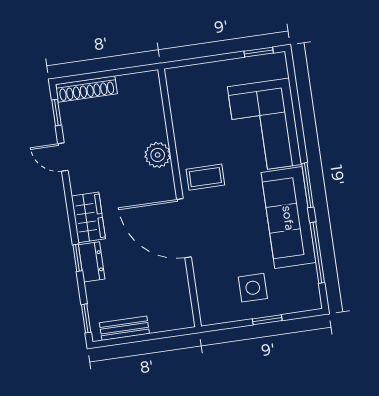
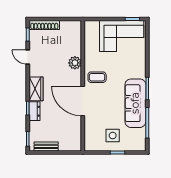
corner sofa: (265, 126) -> (122, 36), moved, turned -90

